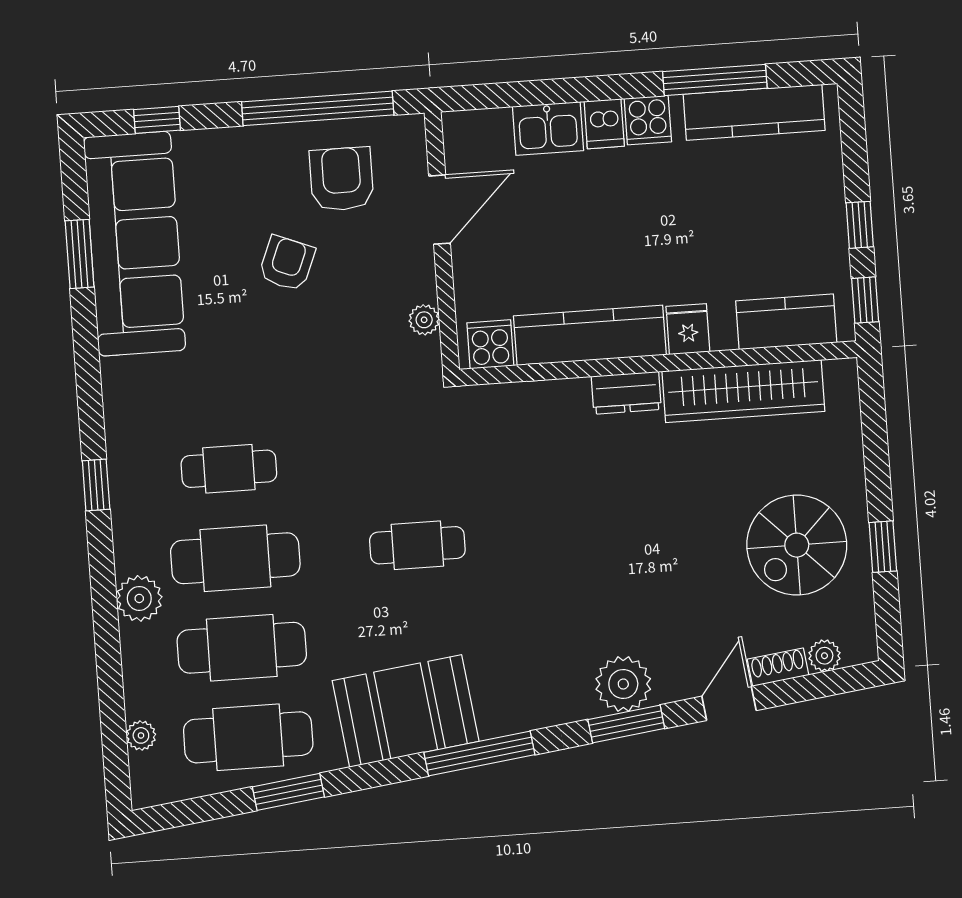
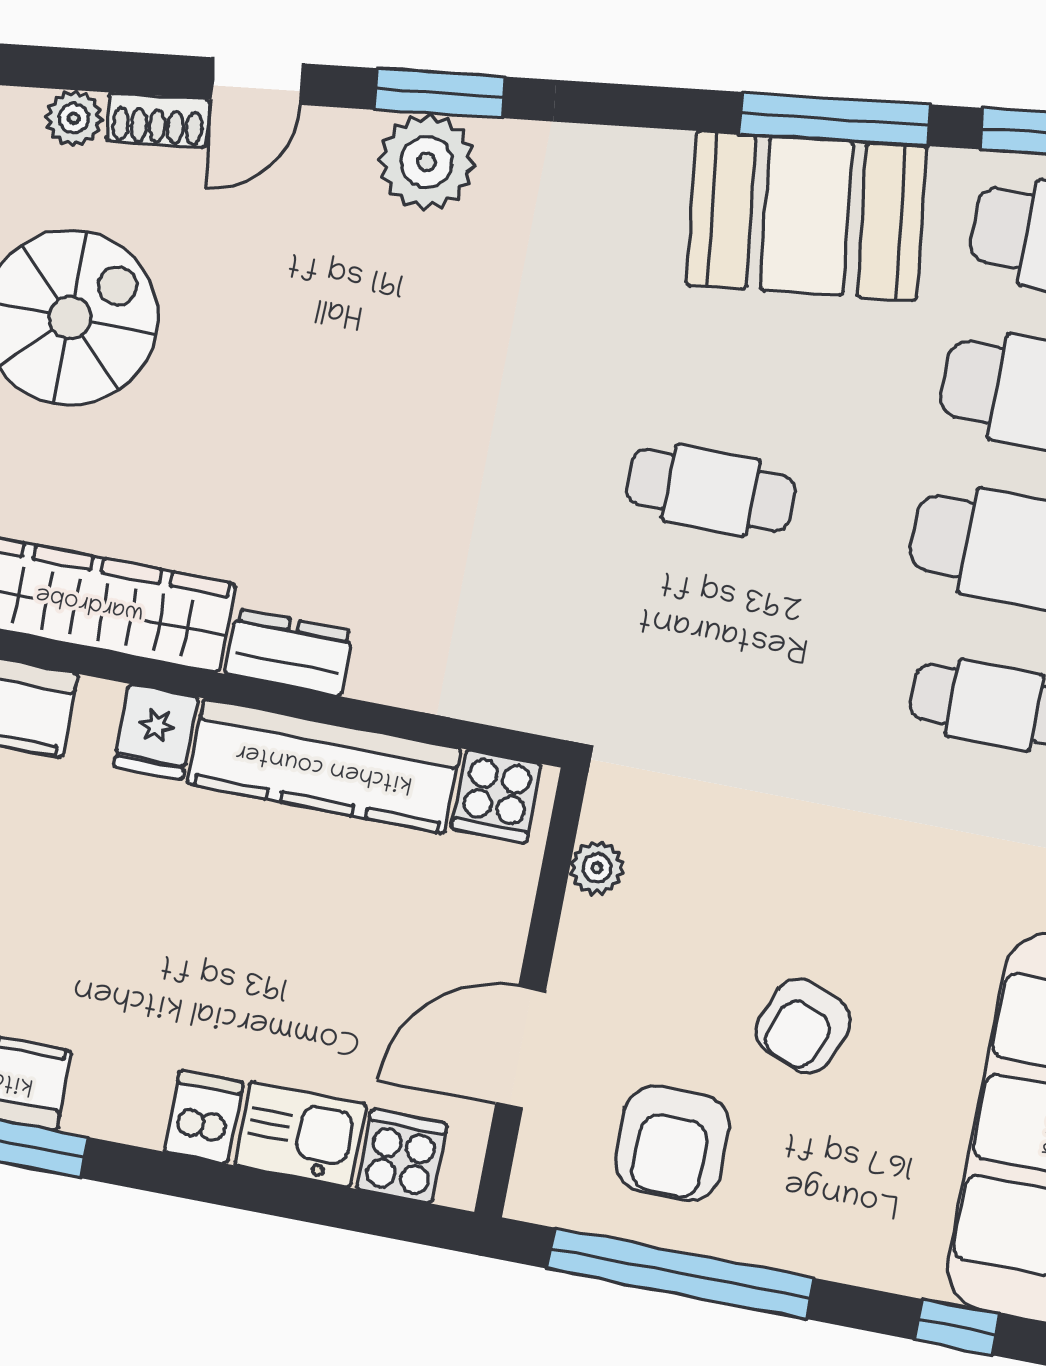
cooker: (648, 120) -> (402, 1156), moved
window: (479, 754) -> (835, 119), moved

